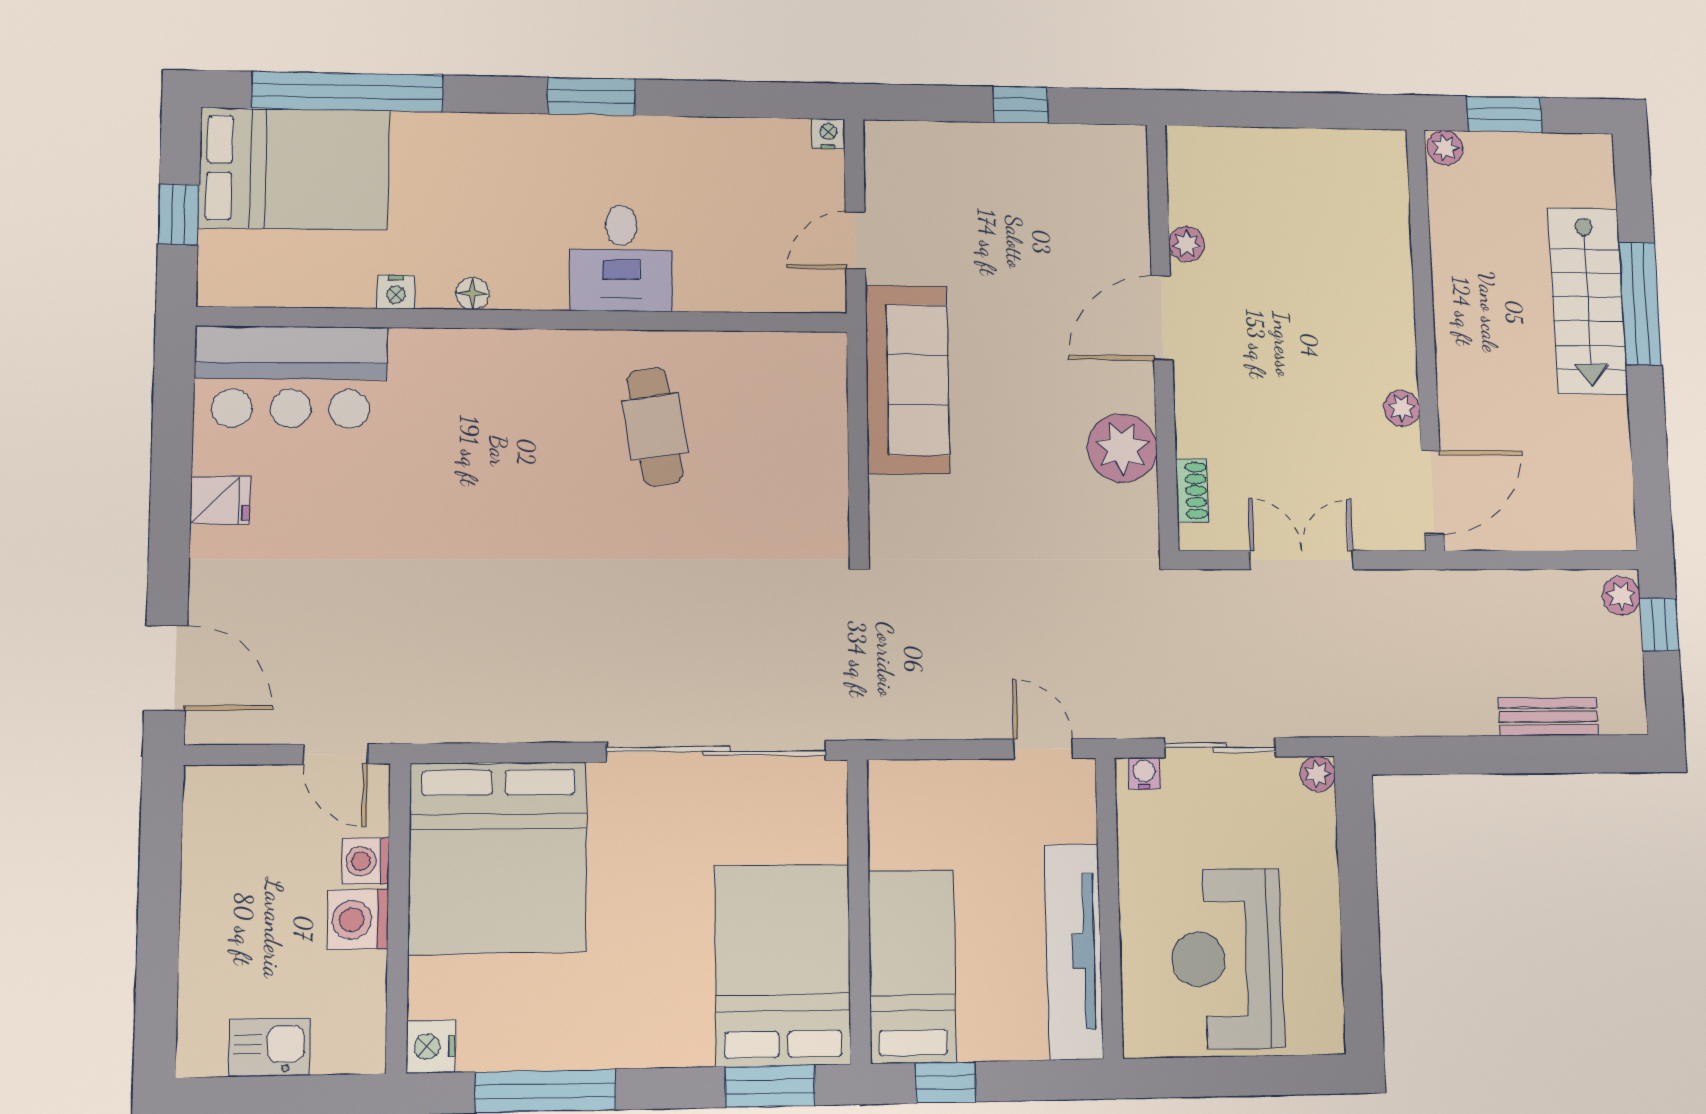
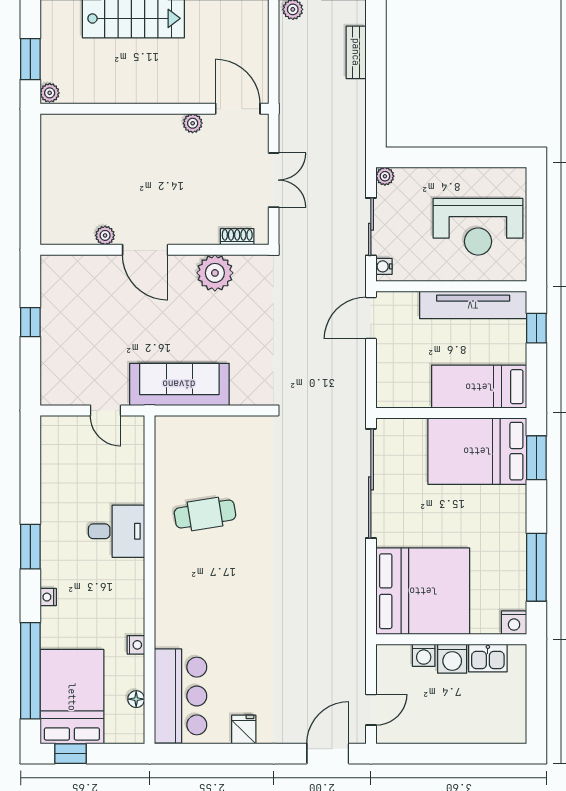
nightstand: (828, 134) -> (48, 597), moved
window: (179, 215) -> (71, 754), moved
floor lamp: (472, 294) -> (136, 699), moved
double door: (1302, 560) -> (274, 180), swing flipped
door: (1043, 749) -> (371, 318), width x1.38
door: (336, 754) -> (371, 710), moved
kitchen sink: (269, 1047) -> (488, 658), moved, turned -90
window: (946, 1082) -> (536, 328), moved

